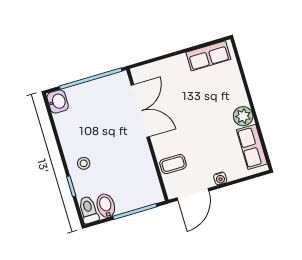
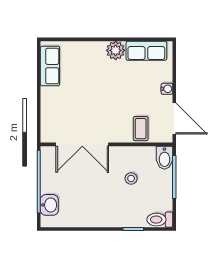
washbasin: (58, 102) -> (49, 205), moved, turned 90
double door: (140, 111) -> (82, 144), swing flipped
stool: (84, 163) -> (131, 178), moved
bidet: (106, 206) -> (164, 158), moved, turned -90

